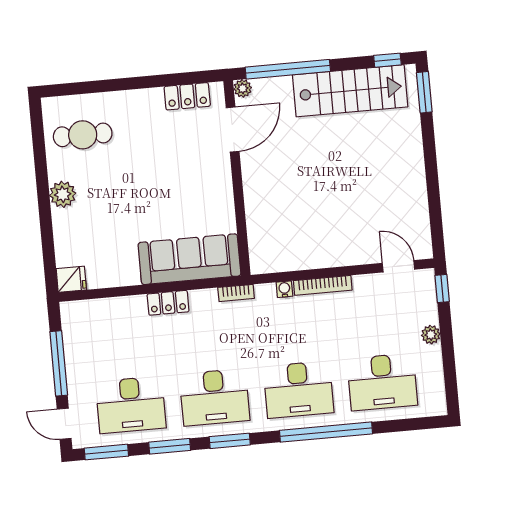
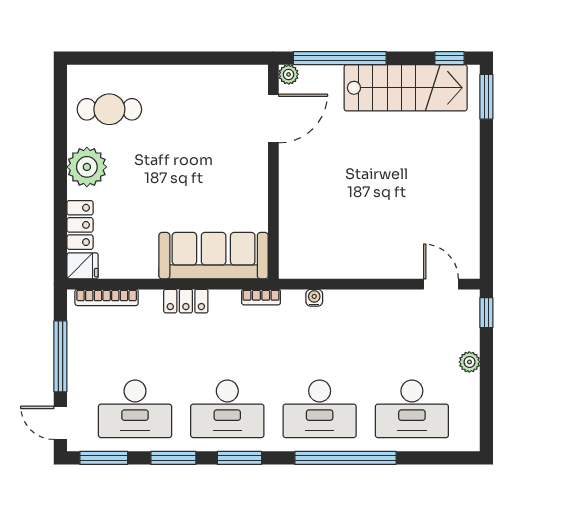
locker: (187, 96) -> (80, 225), moved, turned -90
plant: (63, 194) -> (87, 167), width x1.36, depth x1.36
bookcase: (323, 285) -> (107, 297), moved

